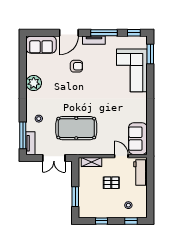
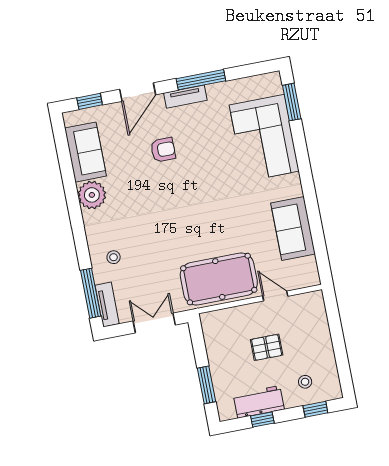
window: (134, 33) -> (90, 101), moved
sofa: (41, 45) -> (85, 152), moved, turned -90
pool table: (76, 128) -> (219, 279), moved
sofa: (138, 139) -> (293, 228), moved
double door: (54, 158) -> (154, 323), swing flipped
shelving: (92, 162) -> (224, 317), removed
workbench: (141, 173) -> (259, 402), moved, turned 90

